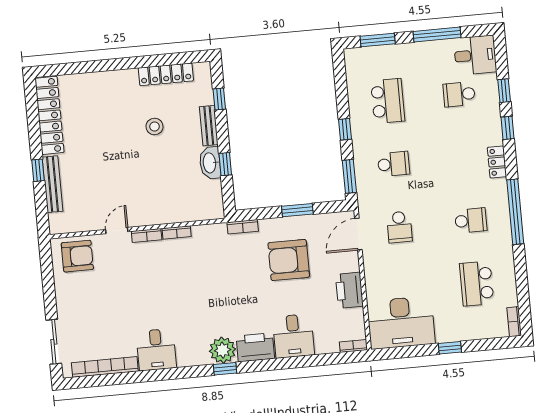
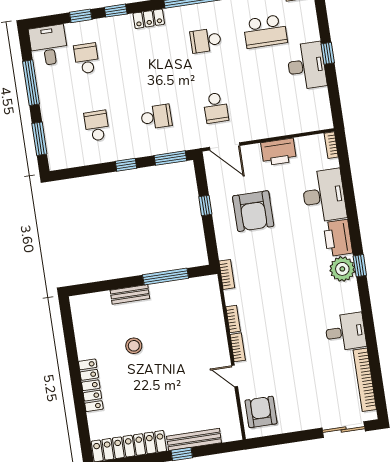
locker: (166, 74) -> (91, 385), moved
school desk: (459, 94) -> (87, 58), turned 180
window: (219, 99) -> (104, 286), removed
school desk: (388, 101) -> (97, 126), width x0.54
washbasin: (210, 163) -> (165, 291), removed
window: (225, 164) -> (166, 276), width x2.17
school desk: (394, 164) -> (156, 117), turned 90
window: (297, 210) -> (205, 206), width x0.67
school desk: (471, 220) -> (206, 40), turned -90
bookcase: (243, 227) -> (227, 274), moved
school desk: (399, 227) -> (216, 108), turned 90
desk: (401, 323) -> (306, 66), moved, width x0.73, depth x0.77
desk: (293, 336) -> (324, 196), width x1.37

